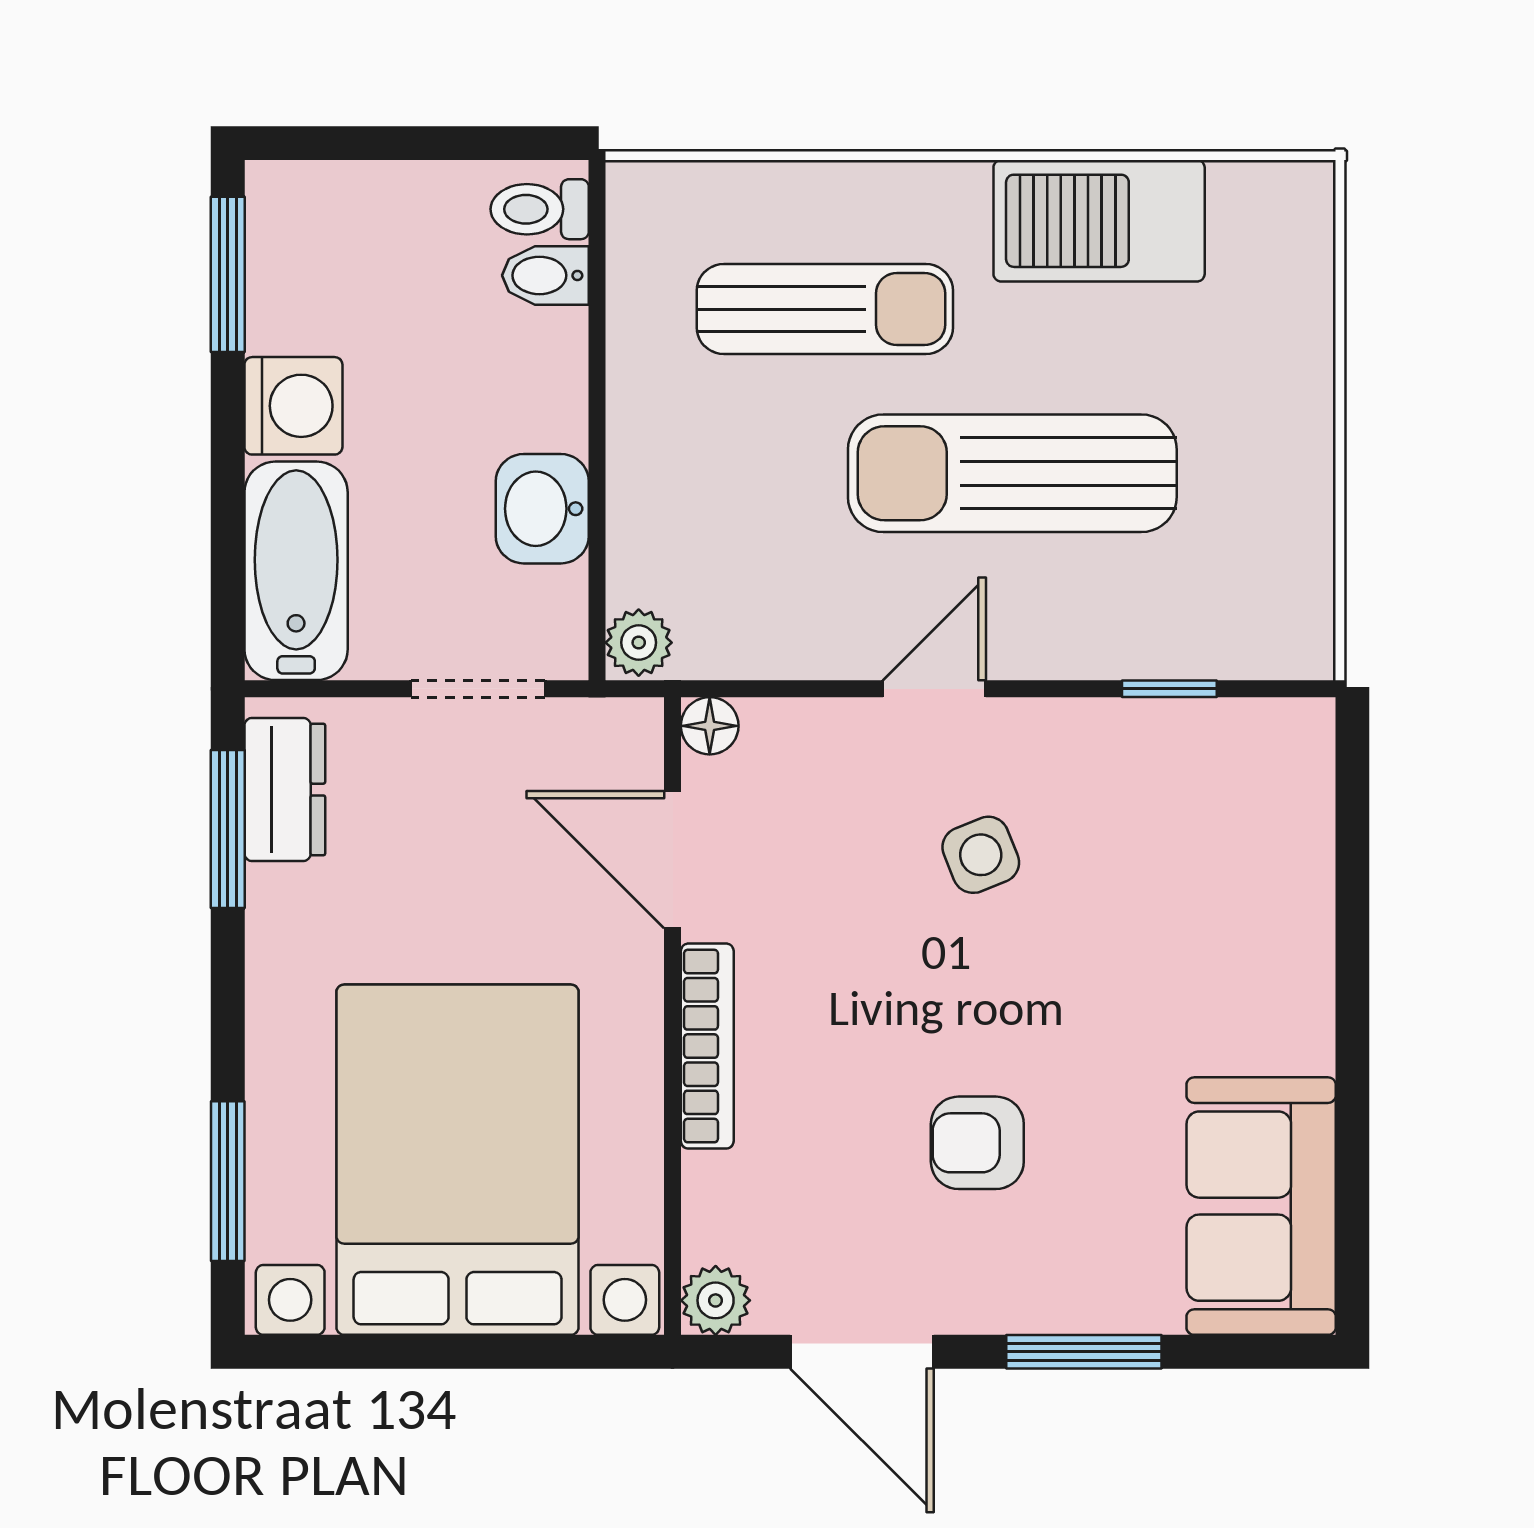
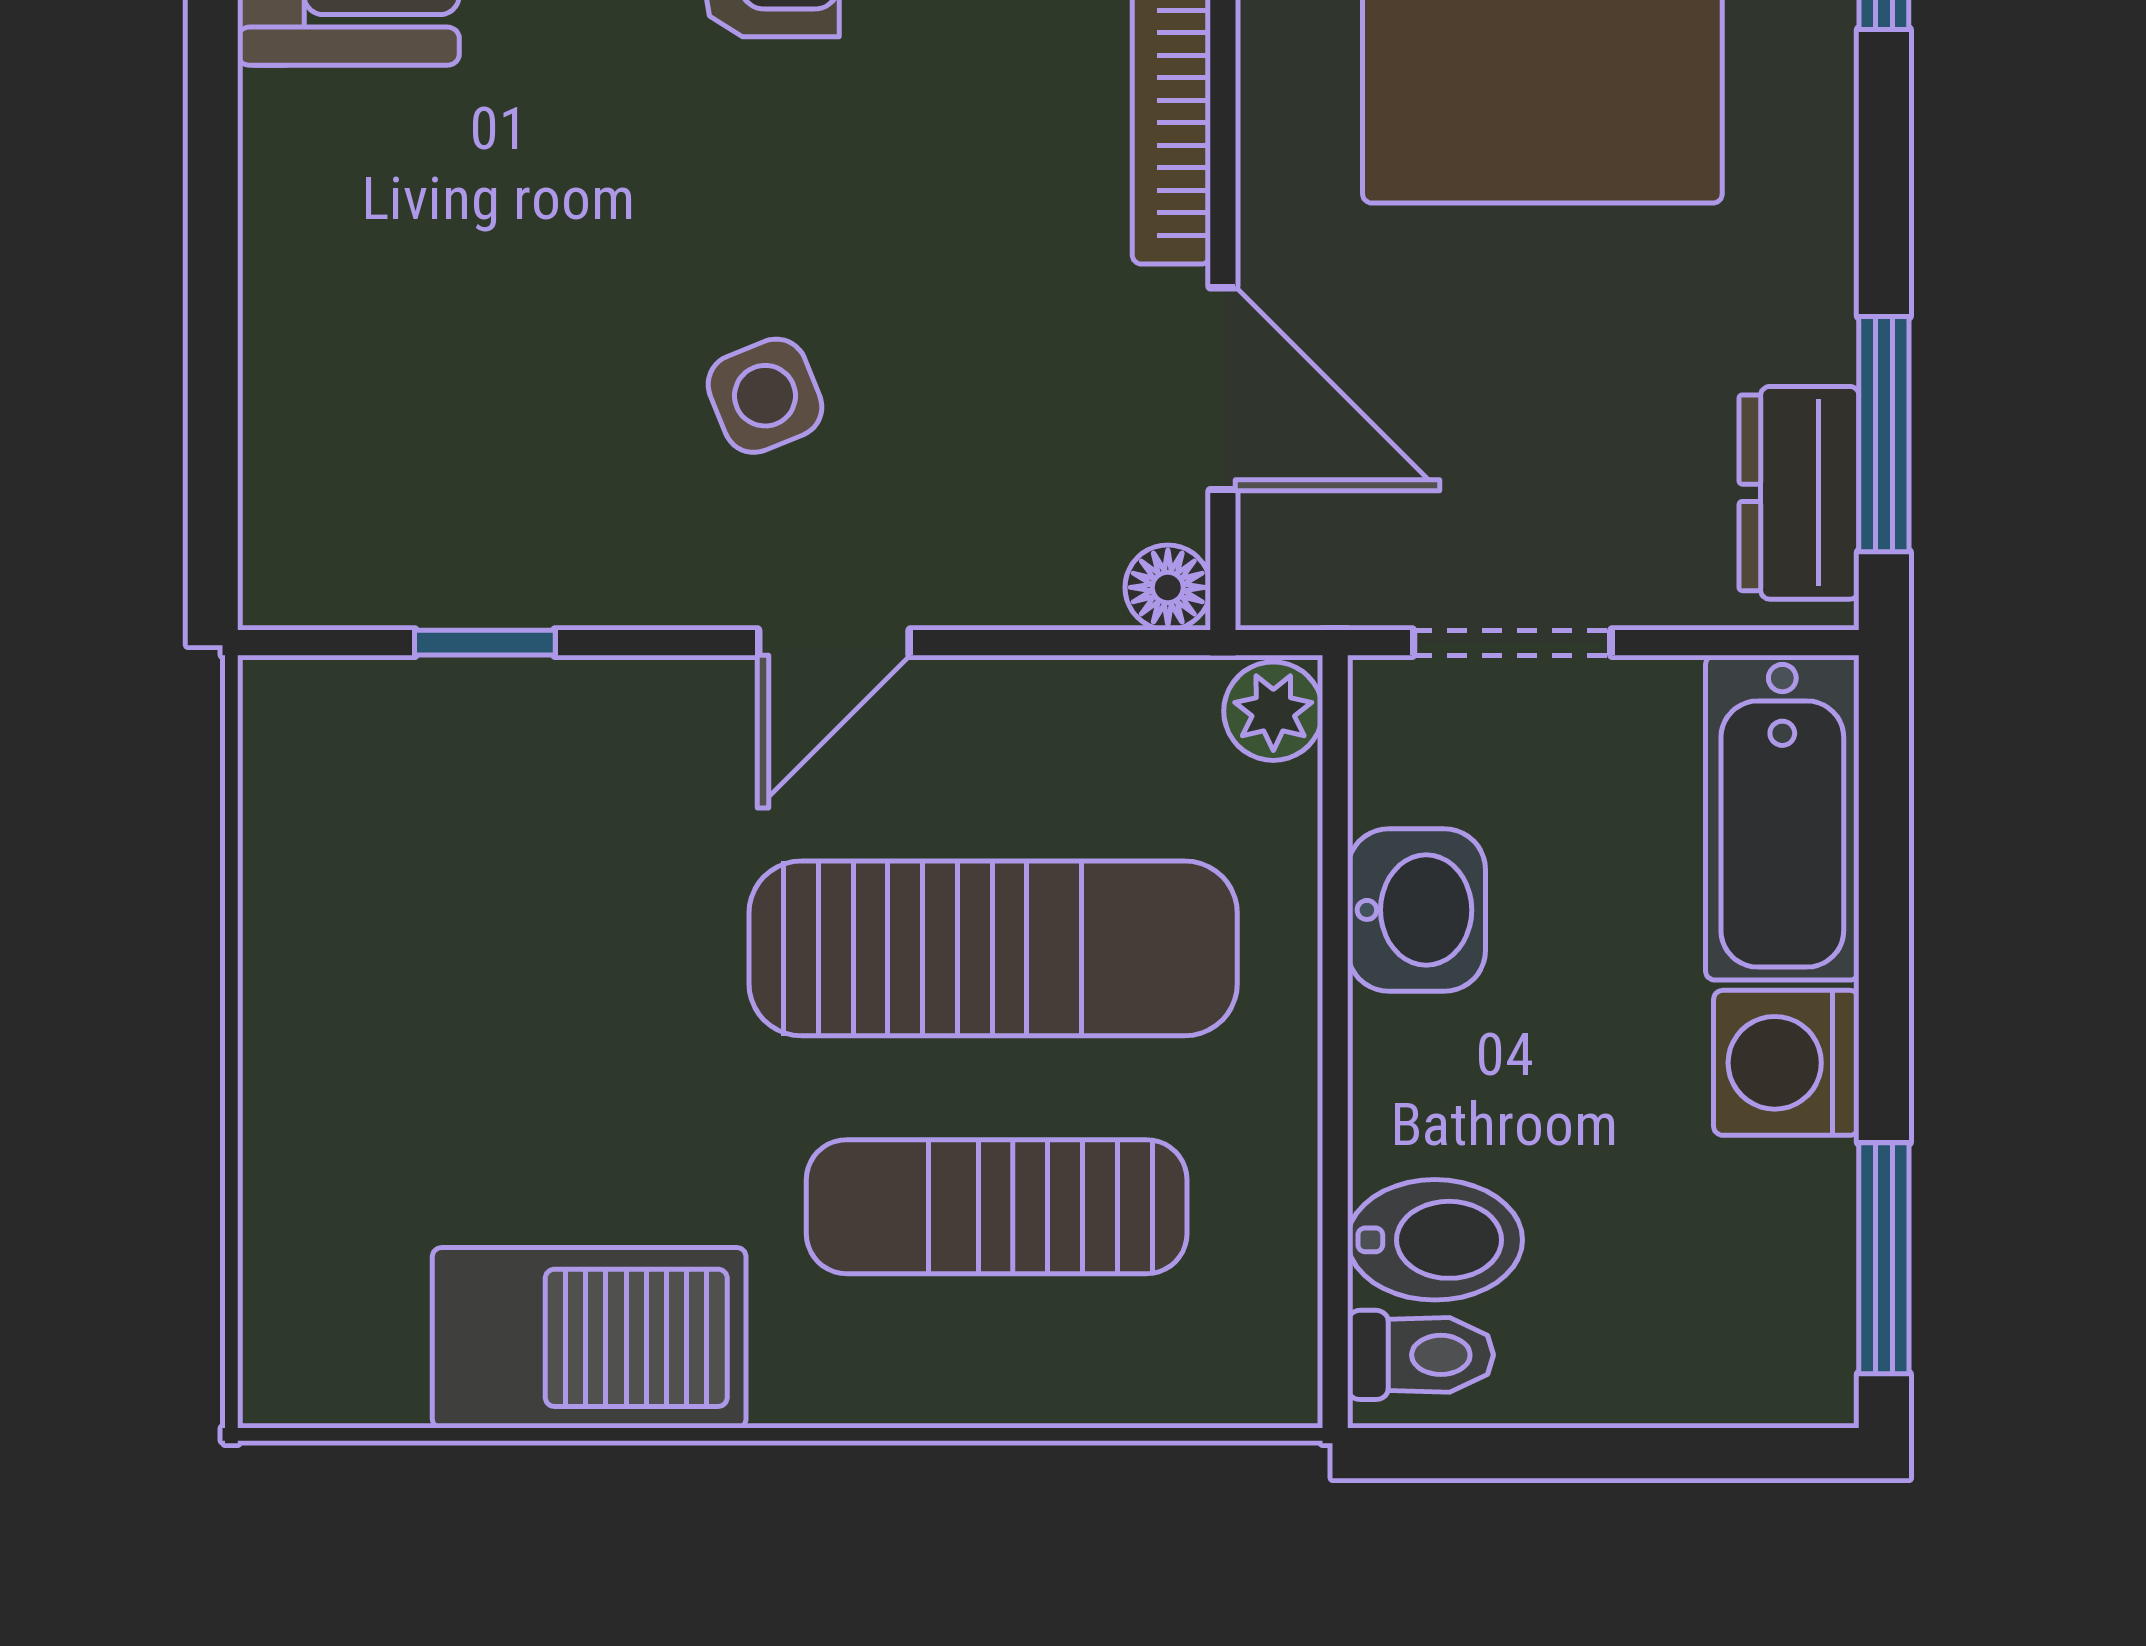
bidet: (545, 275) -> (1435, 1240), width x1.38, depth x1.36
sun lounger: (1012, 473) -> (993, 948), moved

